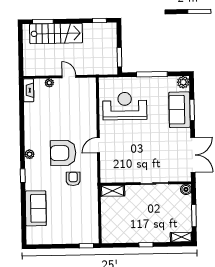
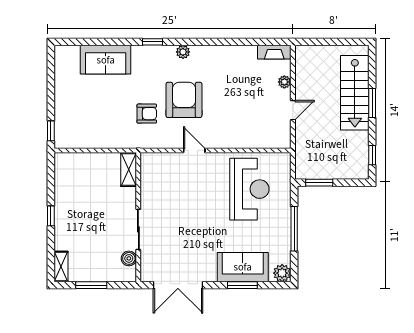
window: (43, 21) -> (372, 103), moved
boiler: (186, 189) -> (129, 258), moved

